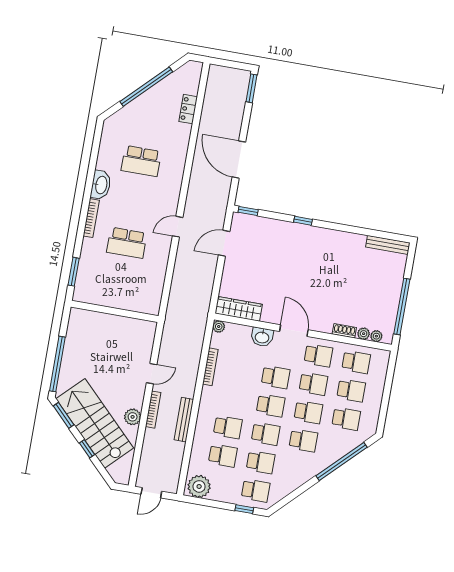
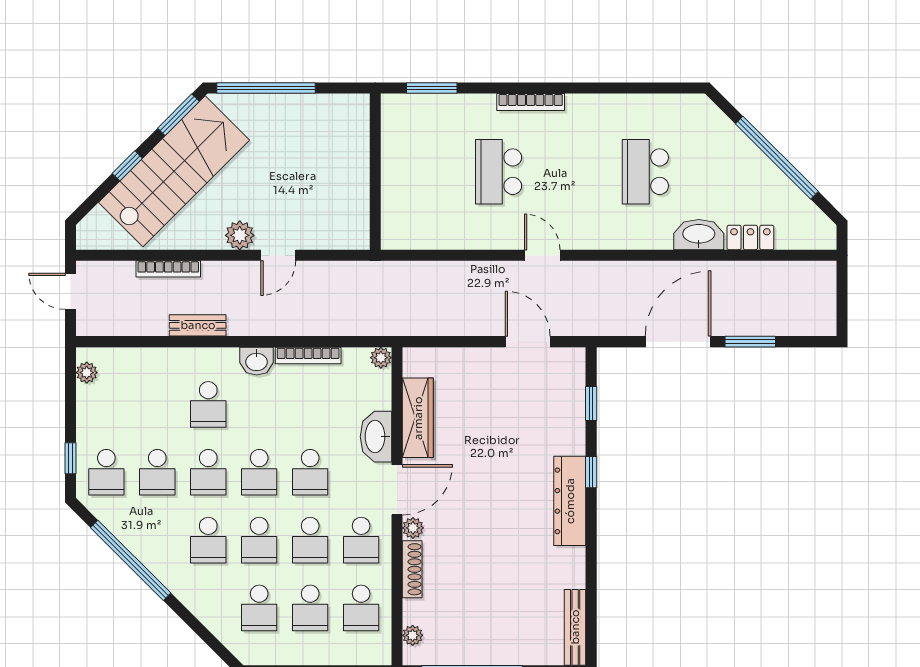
window: (251, 88) -> (750, 342), moved
washbasin: (101, 185) -> (699, 235), moved, turned 180
window: (248, 211) -> (591, 404), moved
dresser: (317, 235) -> (570, 501), added
wardrobe: (239, 309) -> (418, 418), moved
shoe rack: (344, 331) -> (412, 569), width x1.43
plant: (364, 334) -> (413, 528), moved
washbasin: (262, 337) -> (376, 437), width x1.38
door: (152, 374) -> (278, 255), hinge flipped
washbasin: (208, 396) -> (257, 361), added
bookcase: (153, 410) -> (168, 269), moved
plant: (133, 417) -> (240, 235), moved
bench: (184, 420) -> (198, 325), width x0.73
school desk: (223, 456) -> (157, 404), removed
window: (341, 461) -> (131, 560), moved
plant: (199, 486) -> (87, 373), width x0.53, depth x0.53

